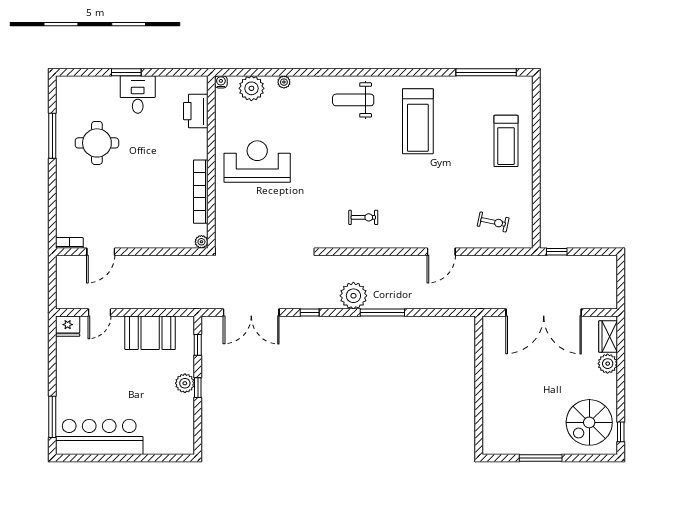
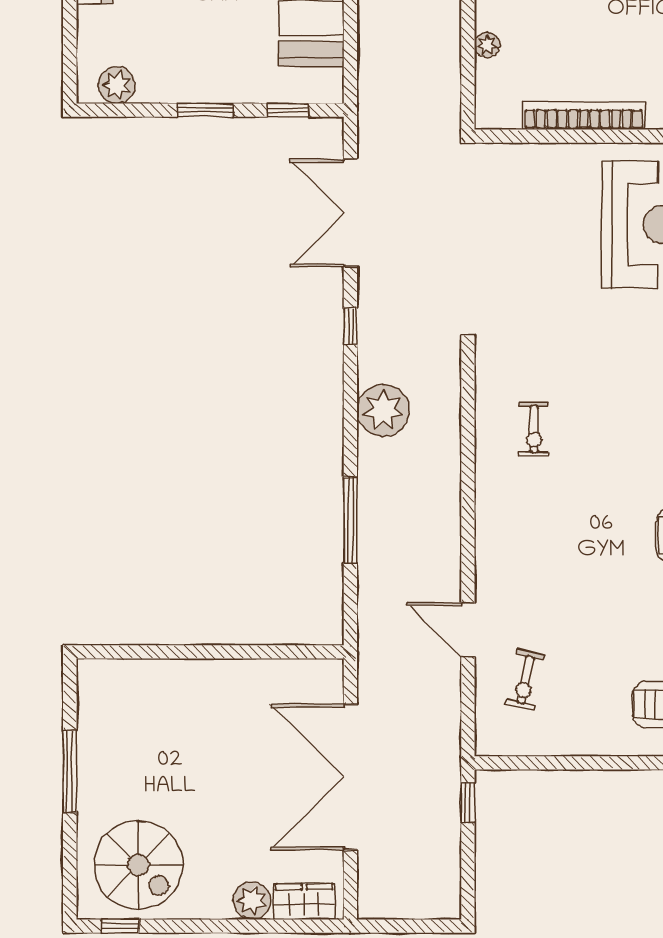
plant: (201, 242) -> (487, 45), moved
door: (441, 252) -> (468, 630), moved
window: (382, 313) -> (350, 520), moved
plant: (185, 383) -> (117, 85), moved
window: (198, 388) -> (205, 110), width x1.50
spiral stairs: (589, 422) -> (139, 865), turned 180

